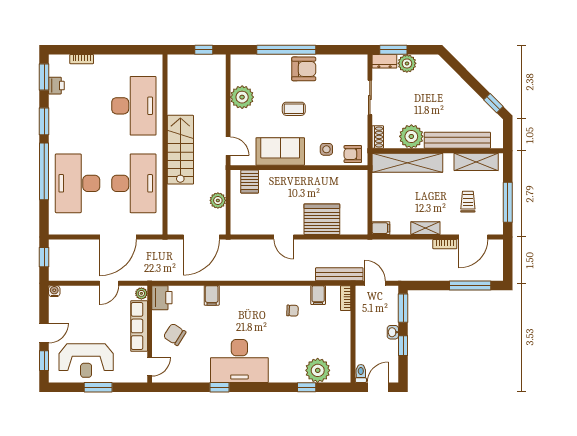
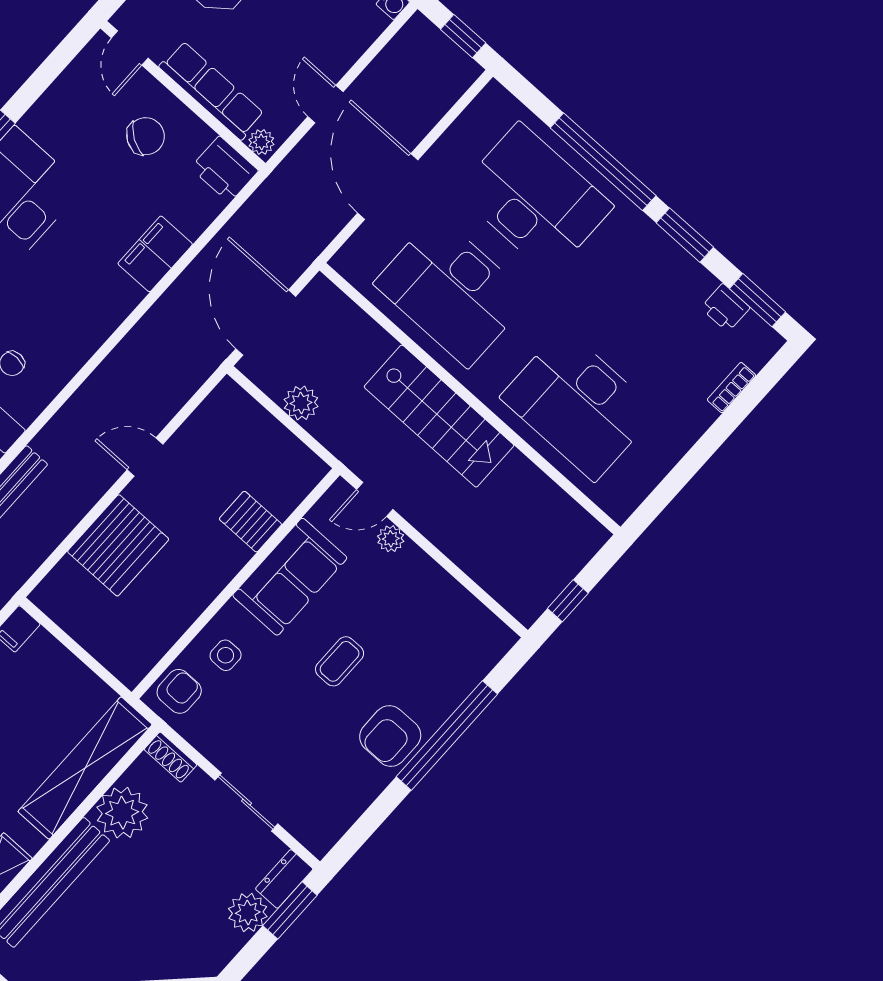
plant: (242, 97) -> (391, 539), moved, width x0.53, depth x0.53
server rack: (250, 182) -> (250, 522), moved
filing cabinet: (212, 295) -> (155, 254), width x2.00

